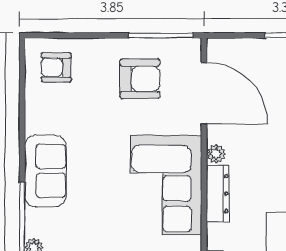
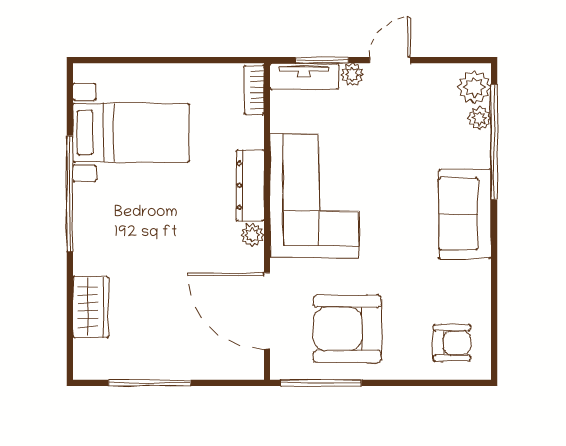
armchair: (140, 79) -> (347, 329), width x1.36, depth x1.36

